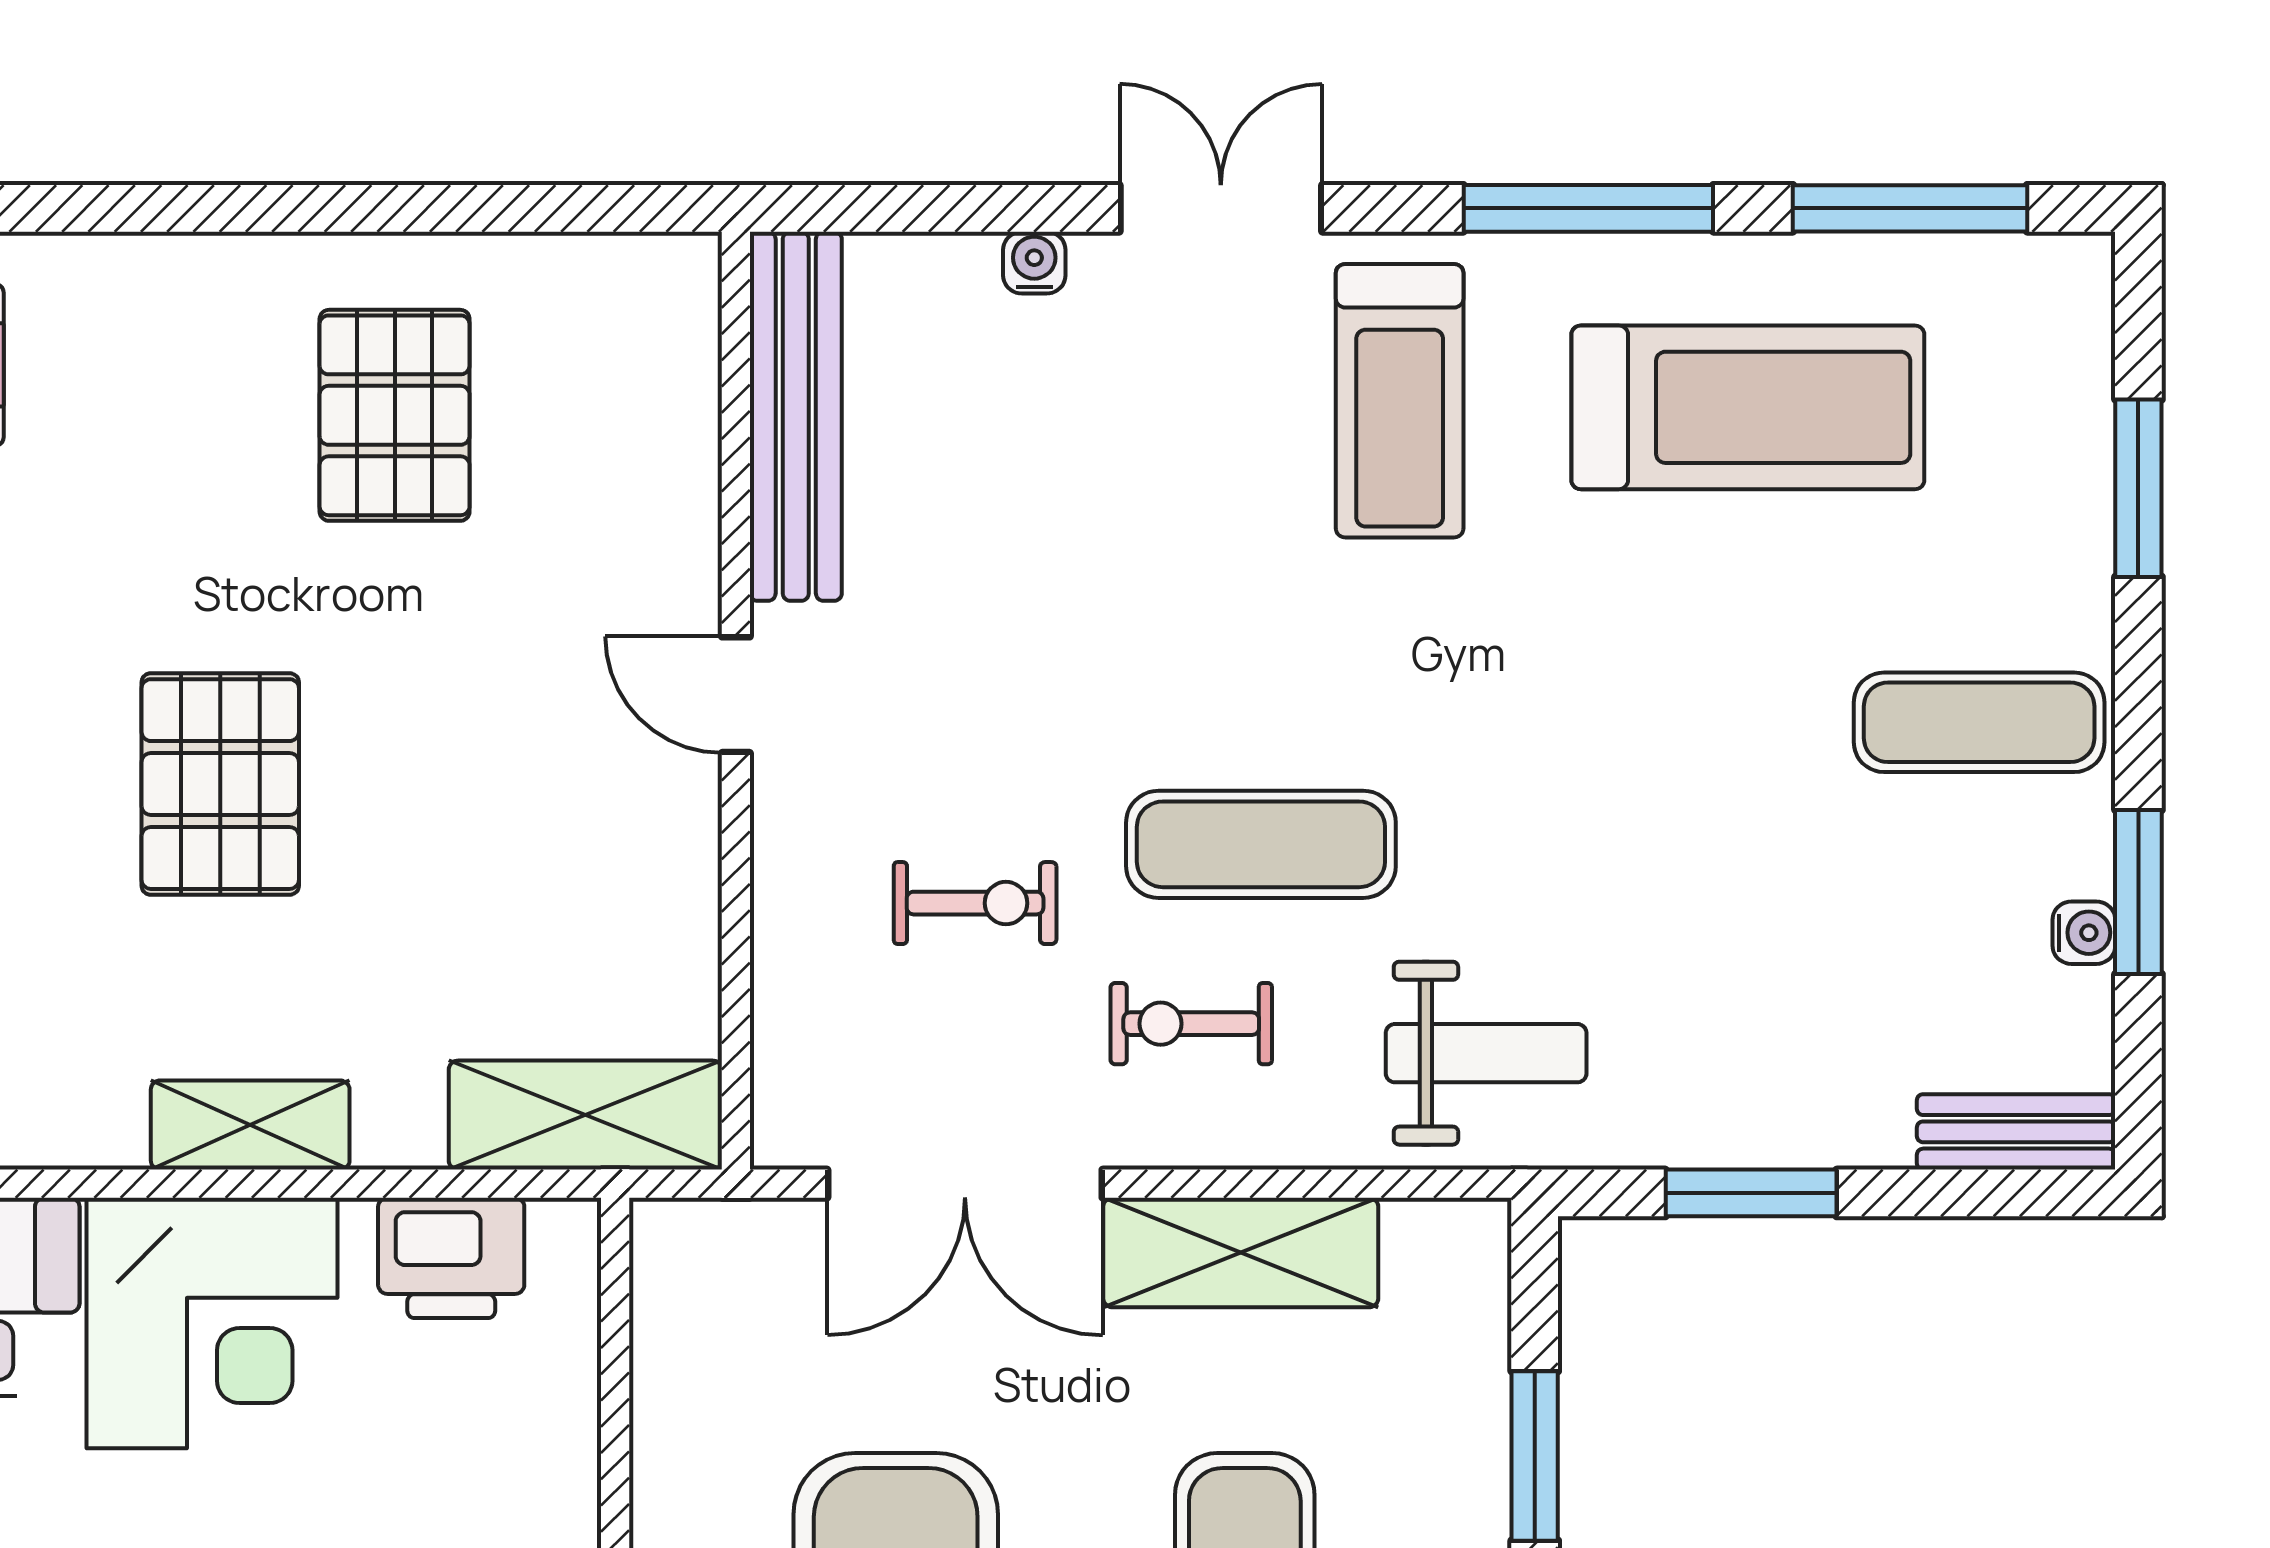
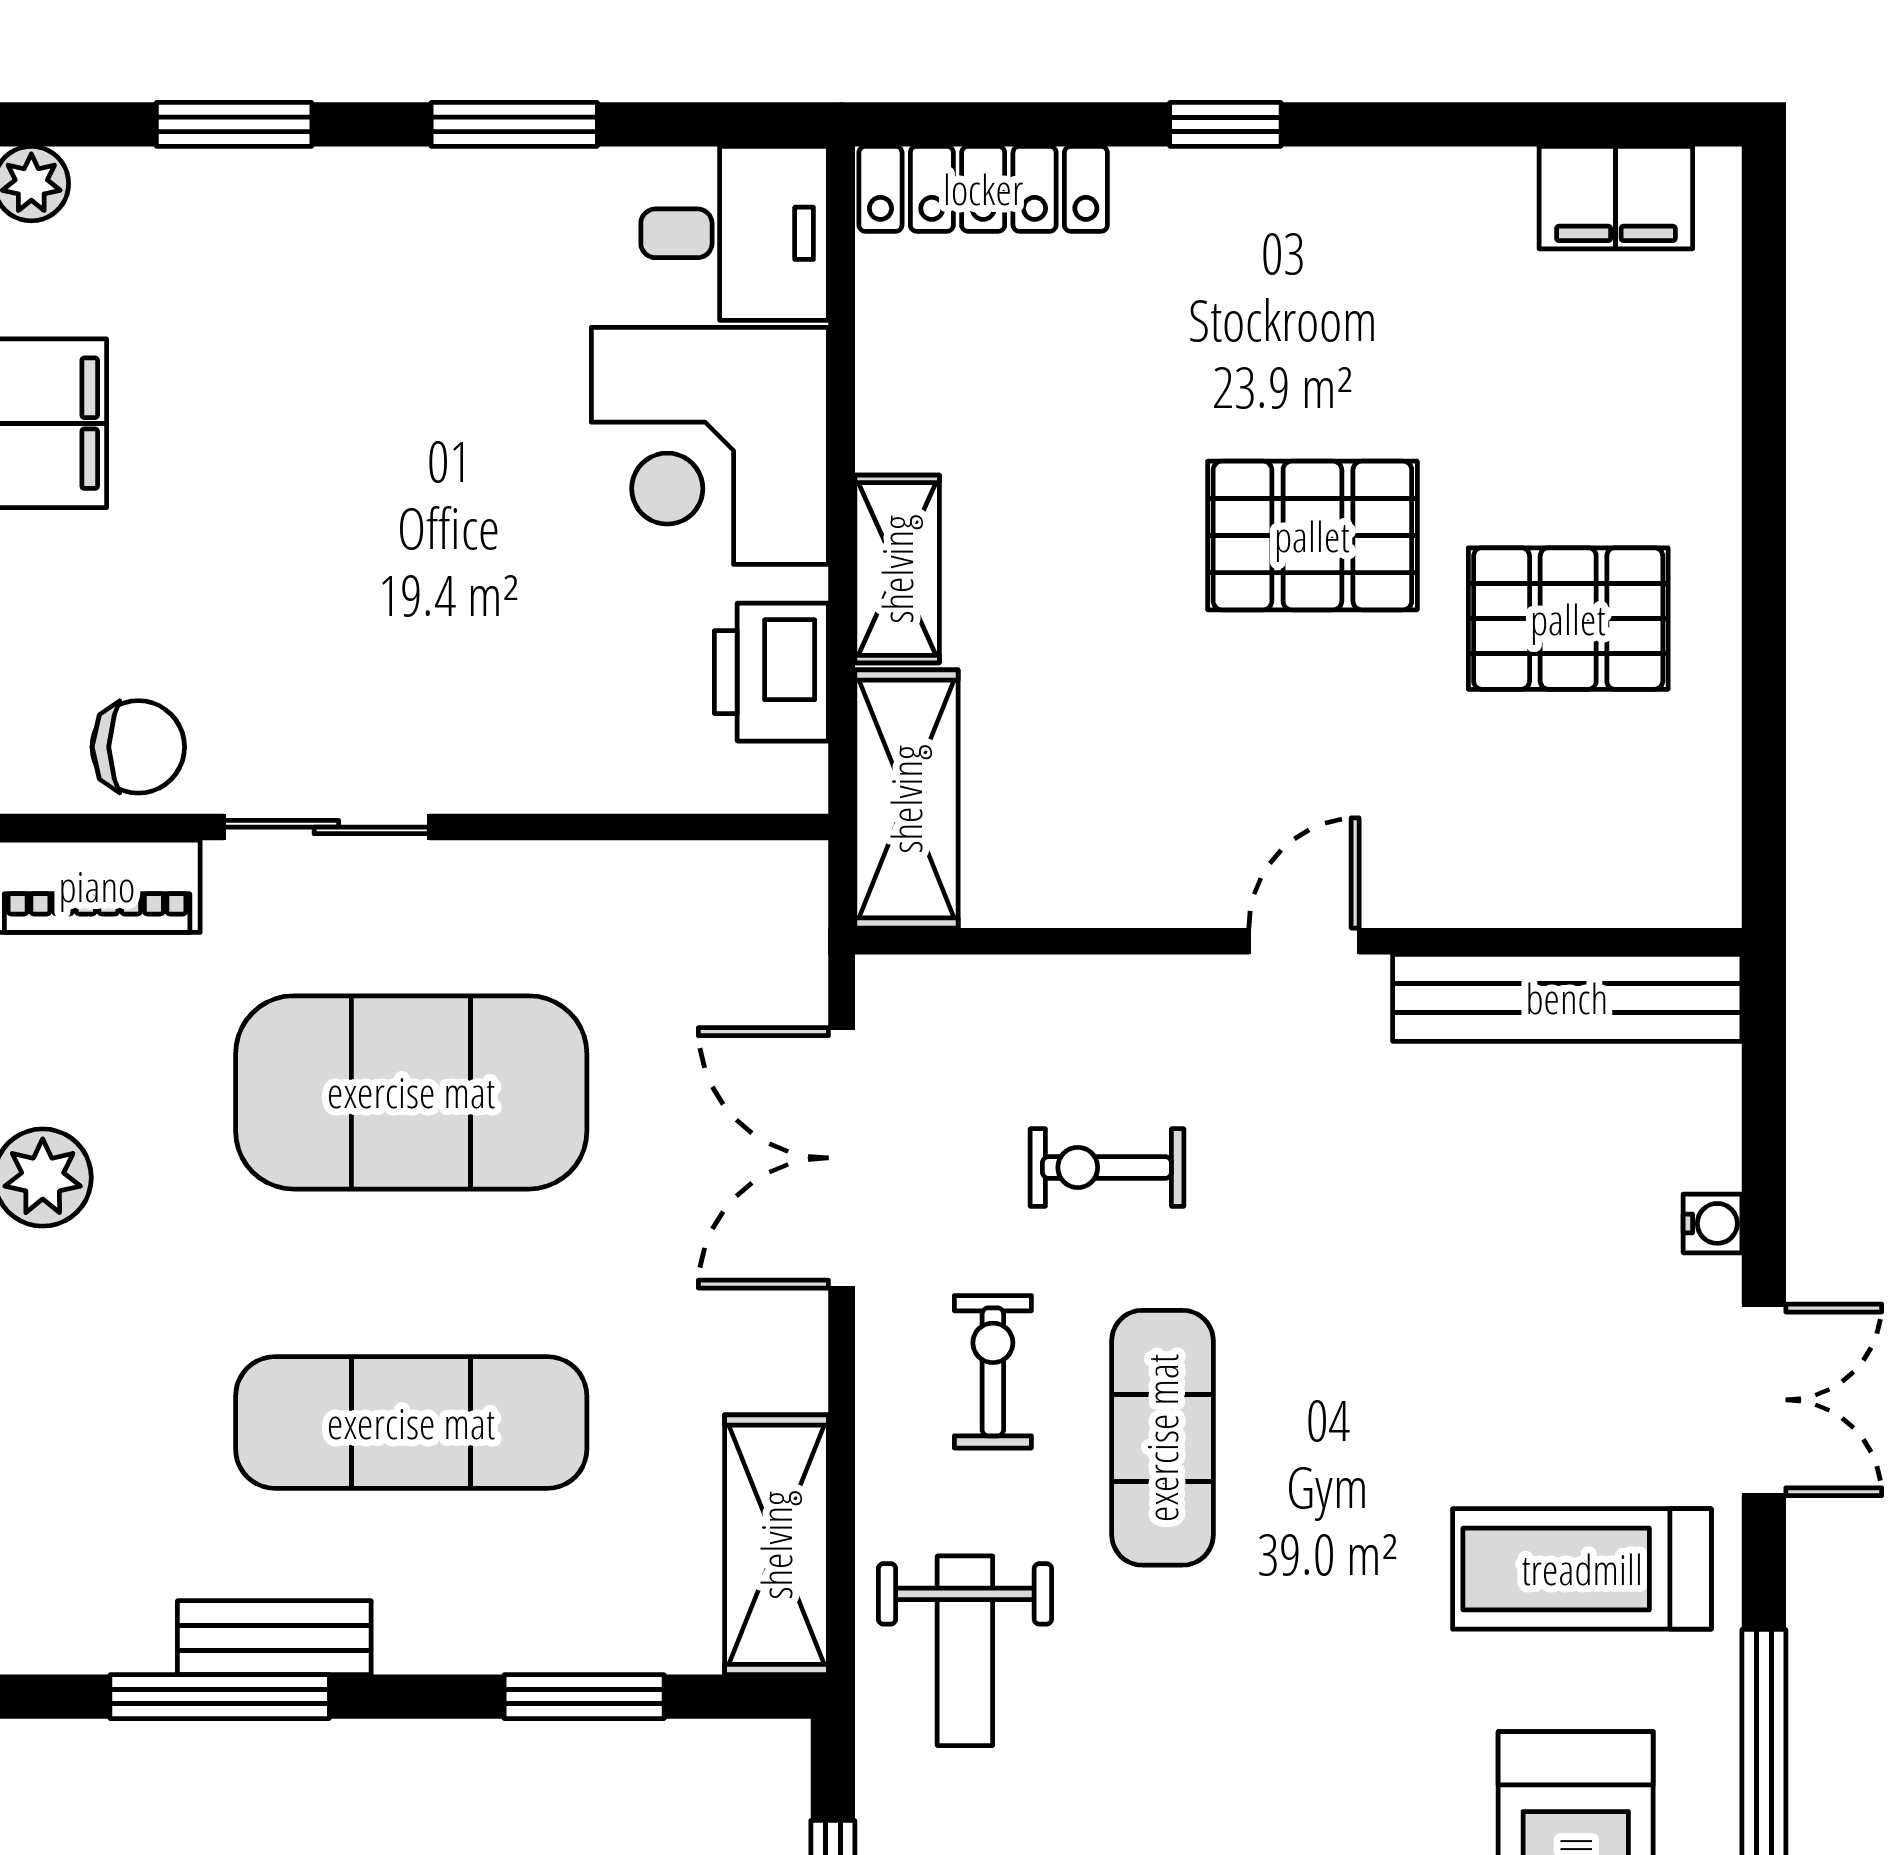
pallet: (220, 784) -> (1312, 536), moved
exercise bike: (975, 903) -> (1107, 1167), turned 90
shelving: (250, 1125) -> (897, 569), moved
shelving: (1241, 1253) -> (776, 1545), moved

